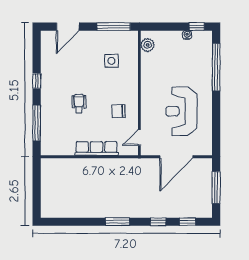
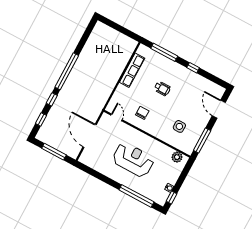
reception desk: (181, 111) -> (133, 160), moved
row of seats: (97, 148) -> (132, 70), moved
window: (117, 222) -> (67, 71), width x2.11

